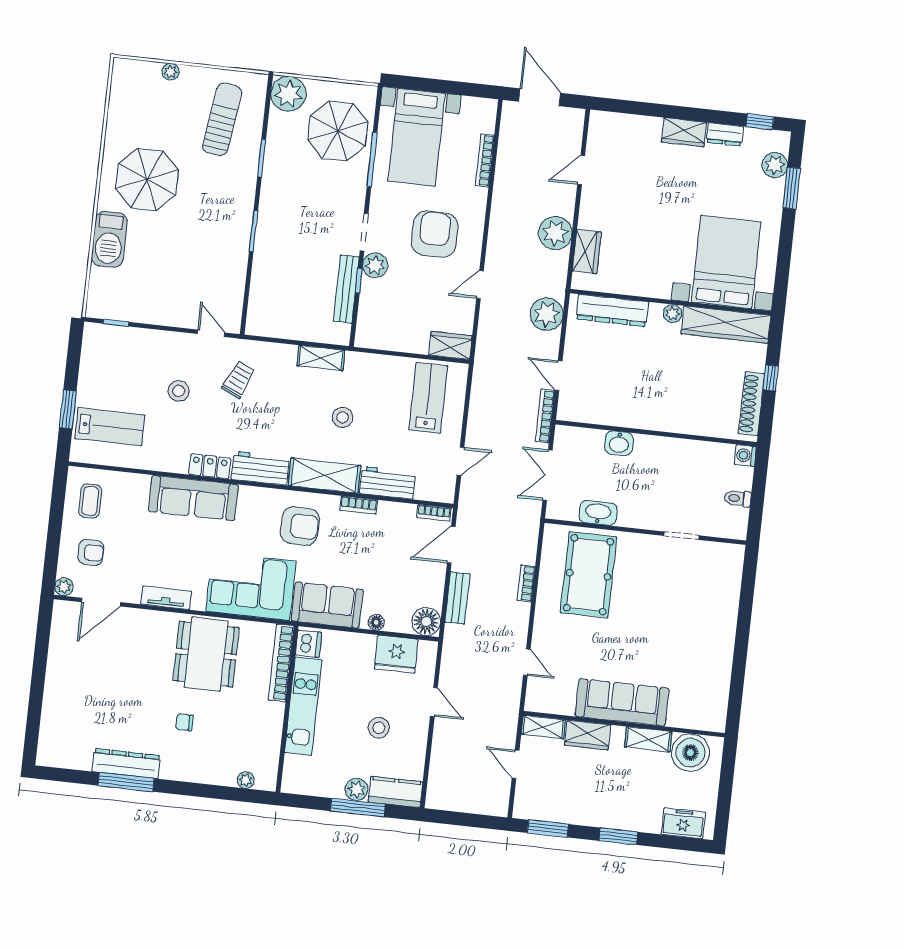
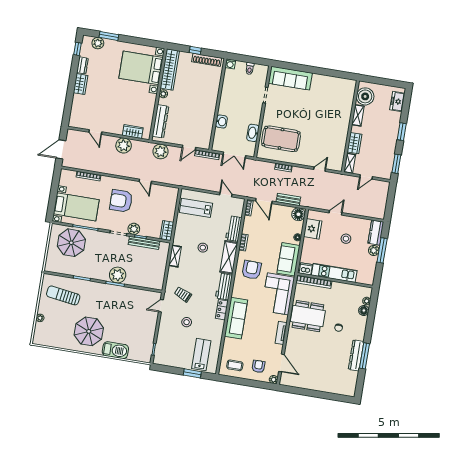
plant: (289, 94) -> (118, 275), moved
wardrobe: (450, 345) -> (167, 231), moved
sofa: (622, 702) -> (290, 78), moved, turned -90
floor lamp: (225, 775) -> (364, 310), added

